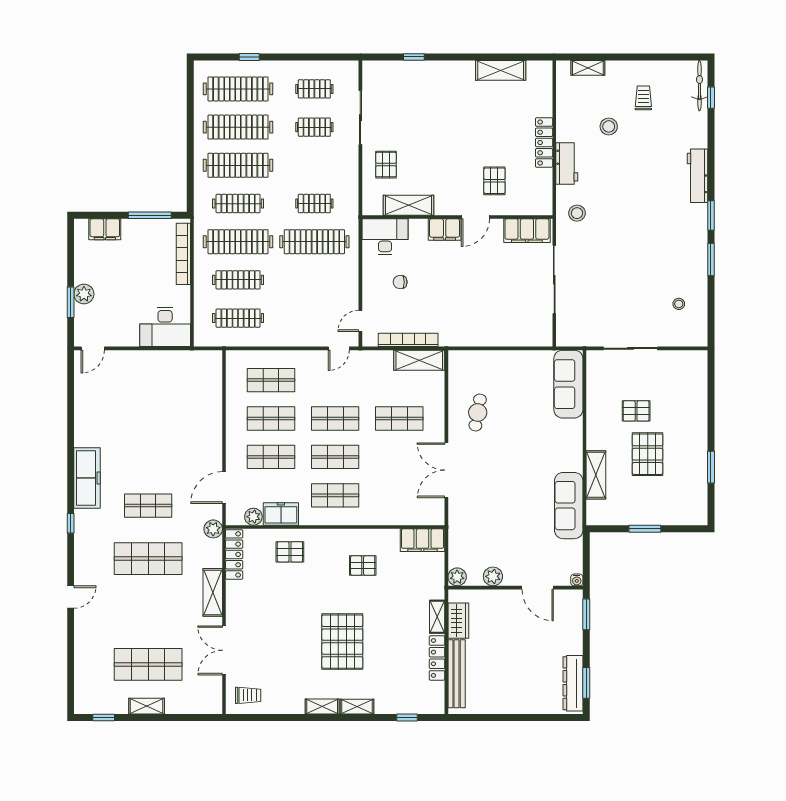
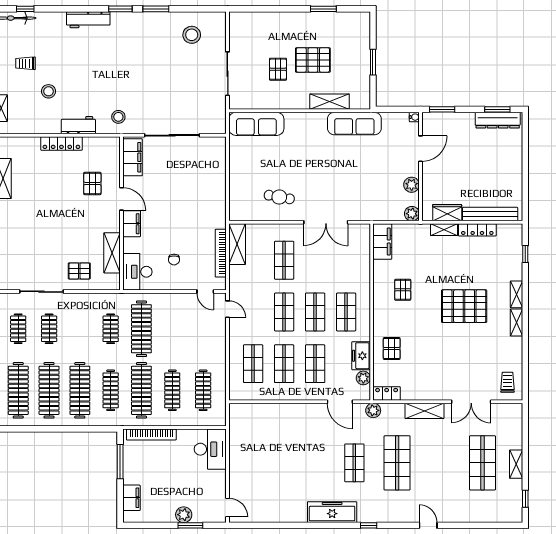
pallet: (494, 181) -> (92, 183), turned 90
stool: (679, 304) -> (192, 35), width x1.89, depth x1.89
locker: (234, 554) -> (387, 393), width x0.66

